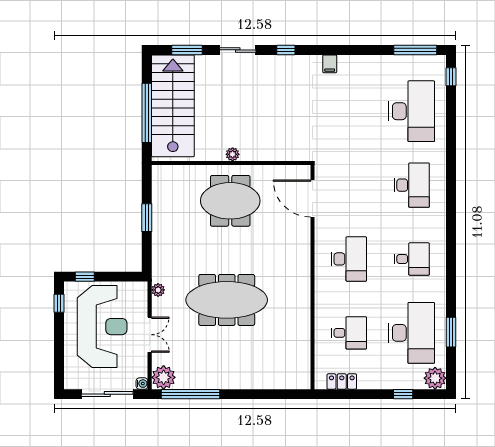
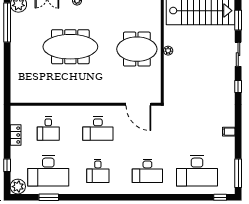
filing cabinet: (330, 64) -> (229, 132), moved
door: (312, 198) -> (138, 104), swing flipped
meeting table: (230, 201) -> (137, 49), turned 90
meeting table: (227, 300) -> (70, 47), turned 90
locker: (342, 381) -> (16, 135), moved

